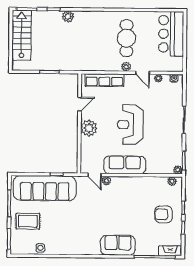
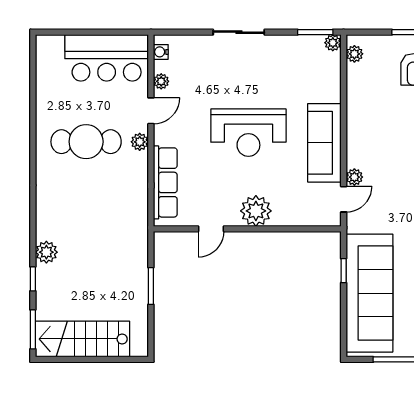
bar counter: (171, 34) -> (107, 58), moved
door: (80, 104) -> (211, 229), swing flipped

